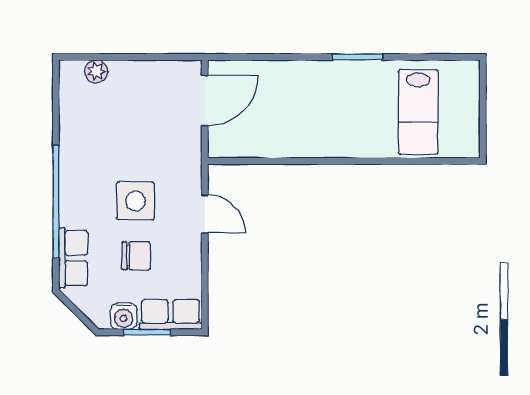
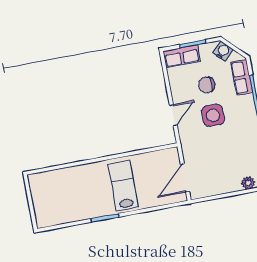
lab bench: (418, 112) -> (123, 186), moved
door: (205, 214) -> (173, 115), swing flipped
water cooler: (124, 316) -> (223, 51), moved, turned 45

